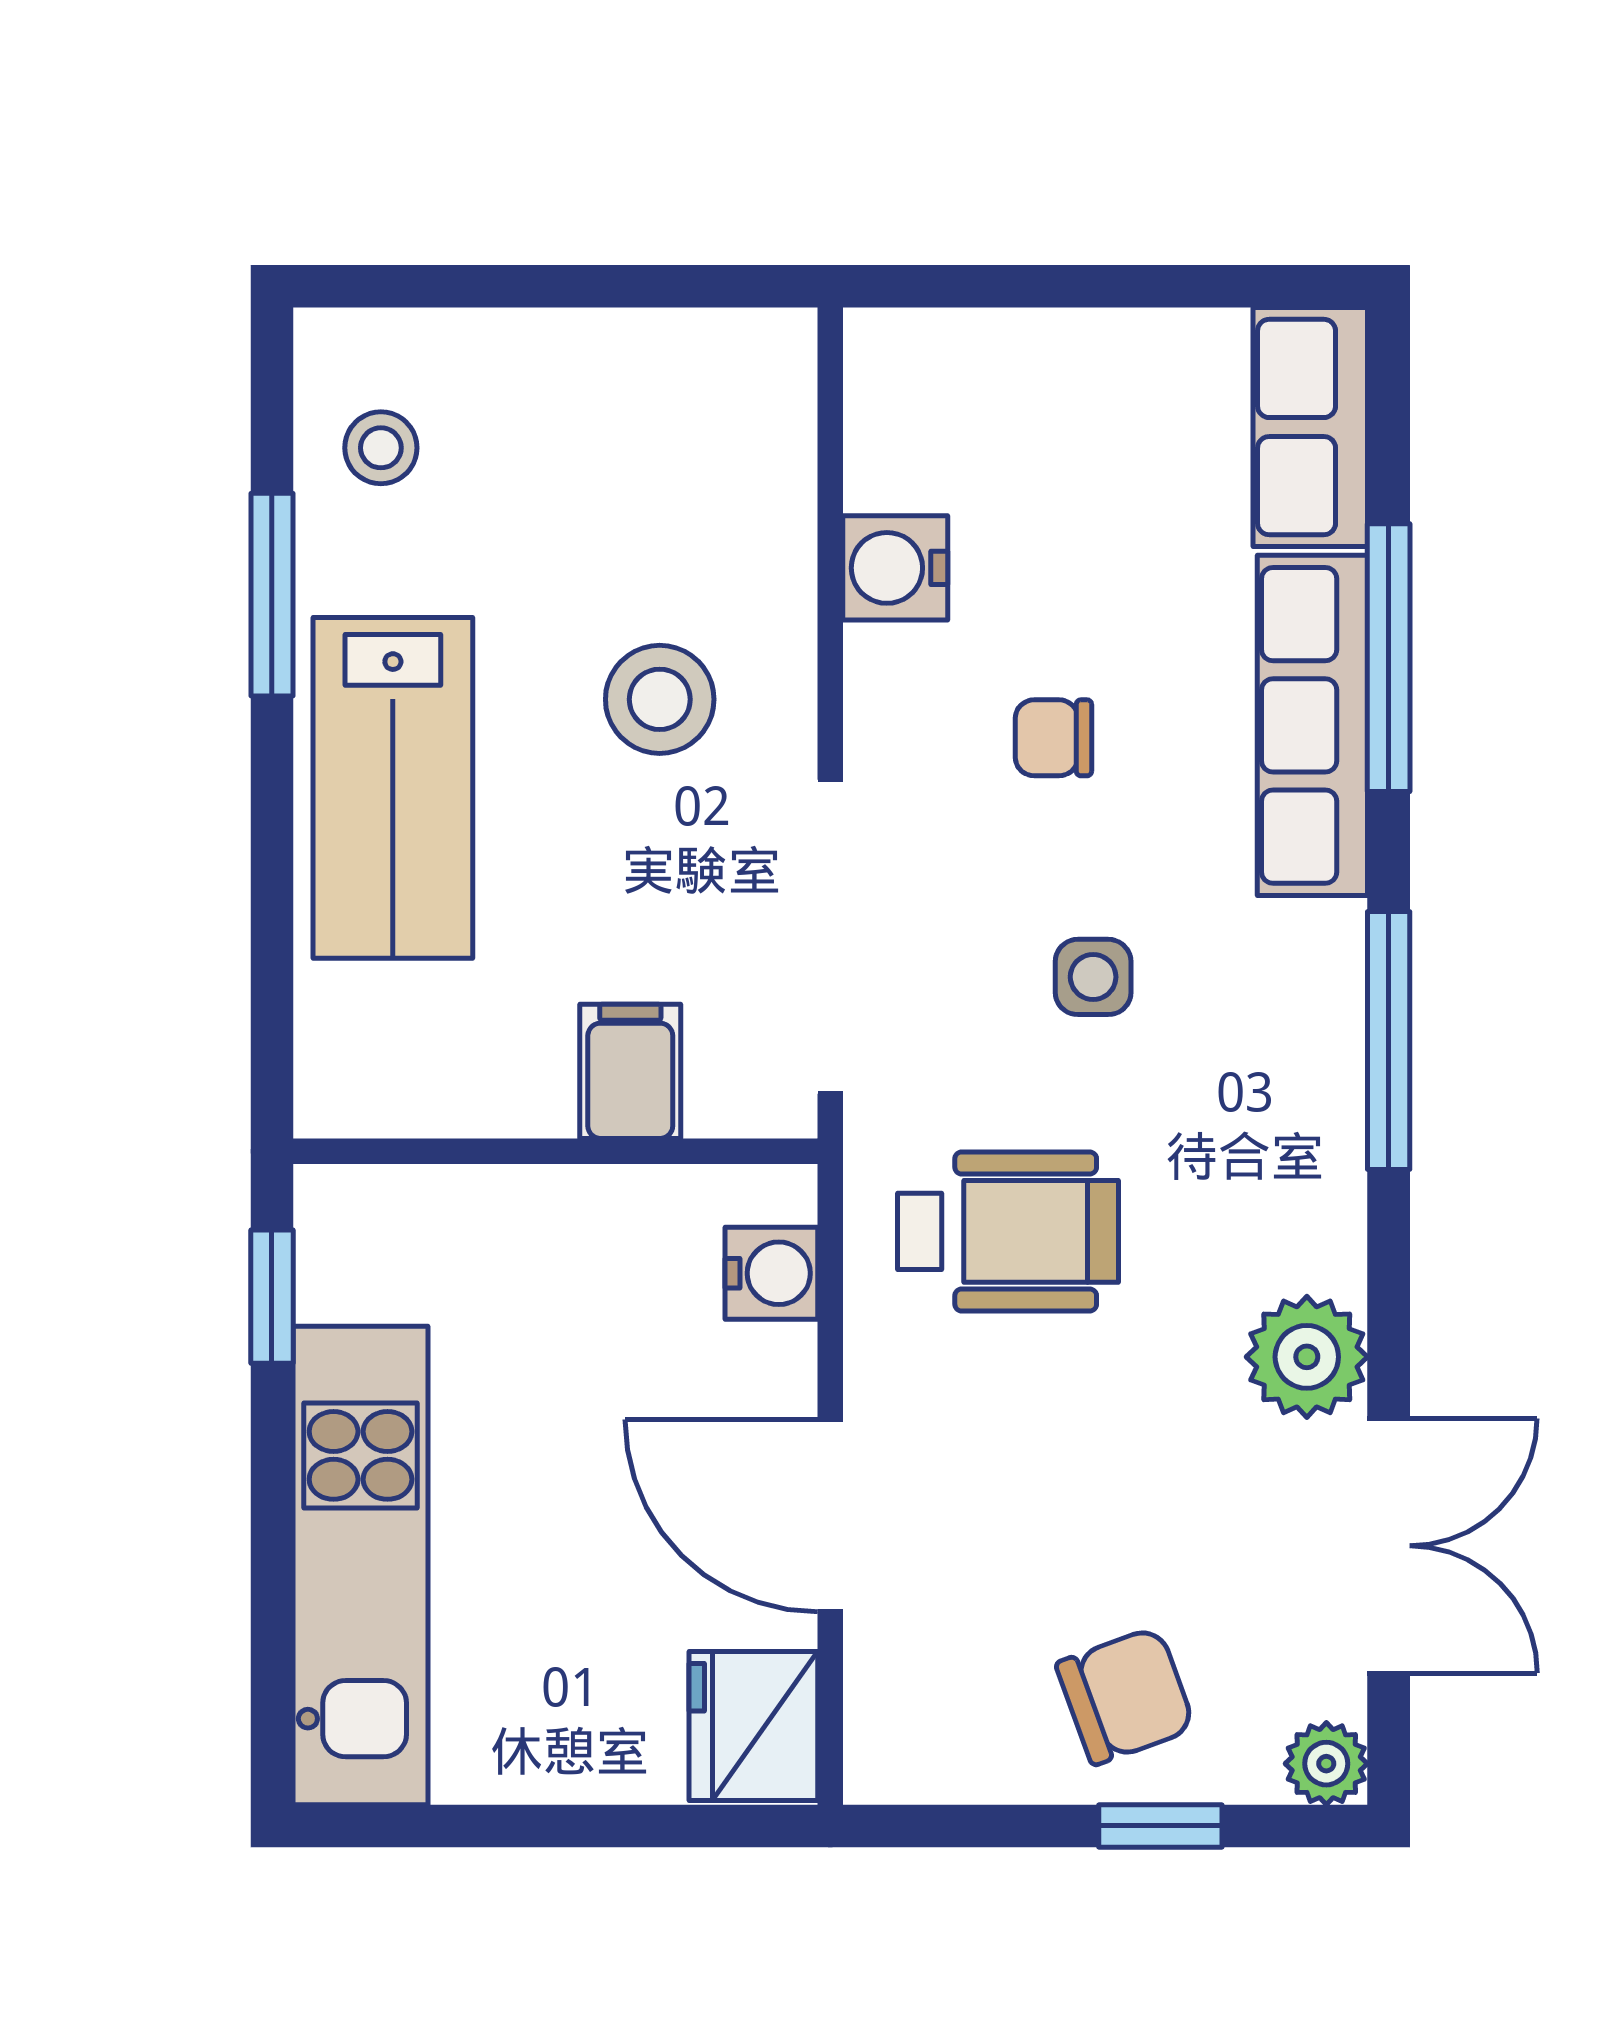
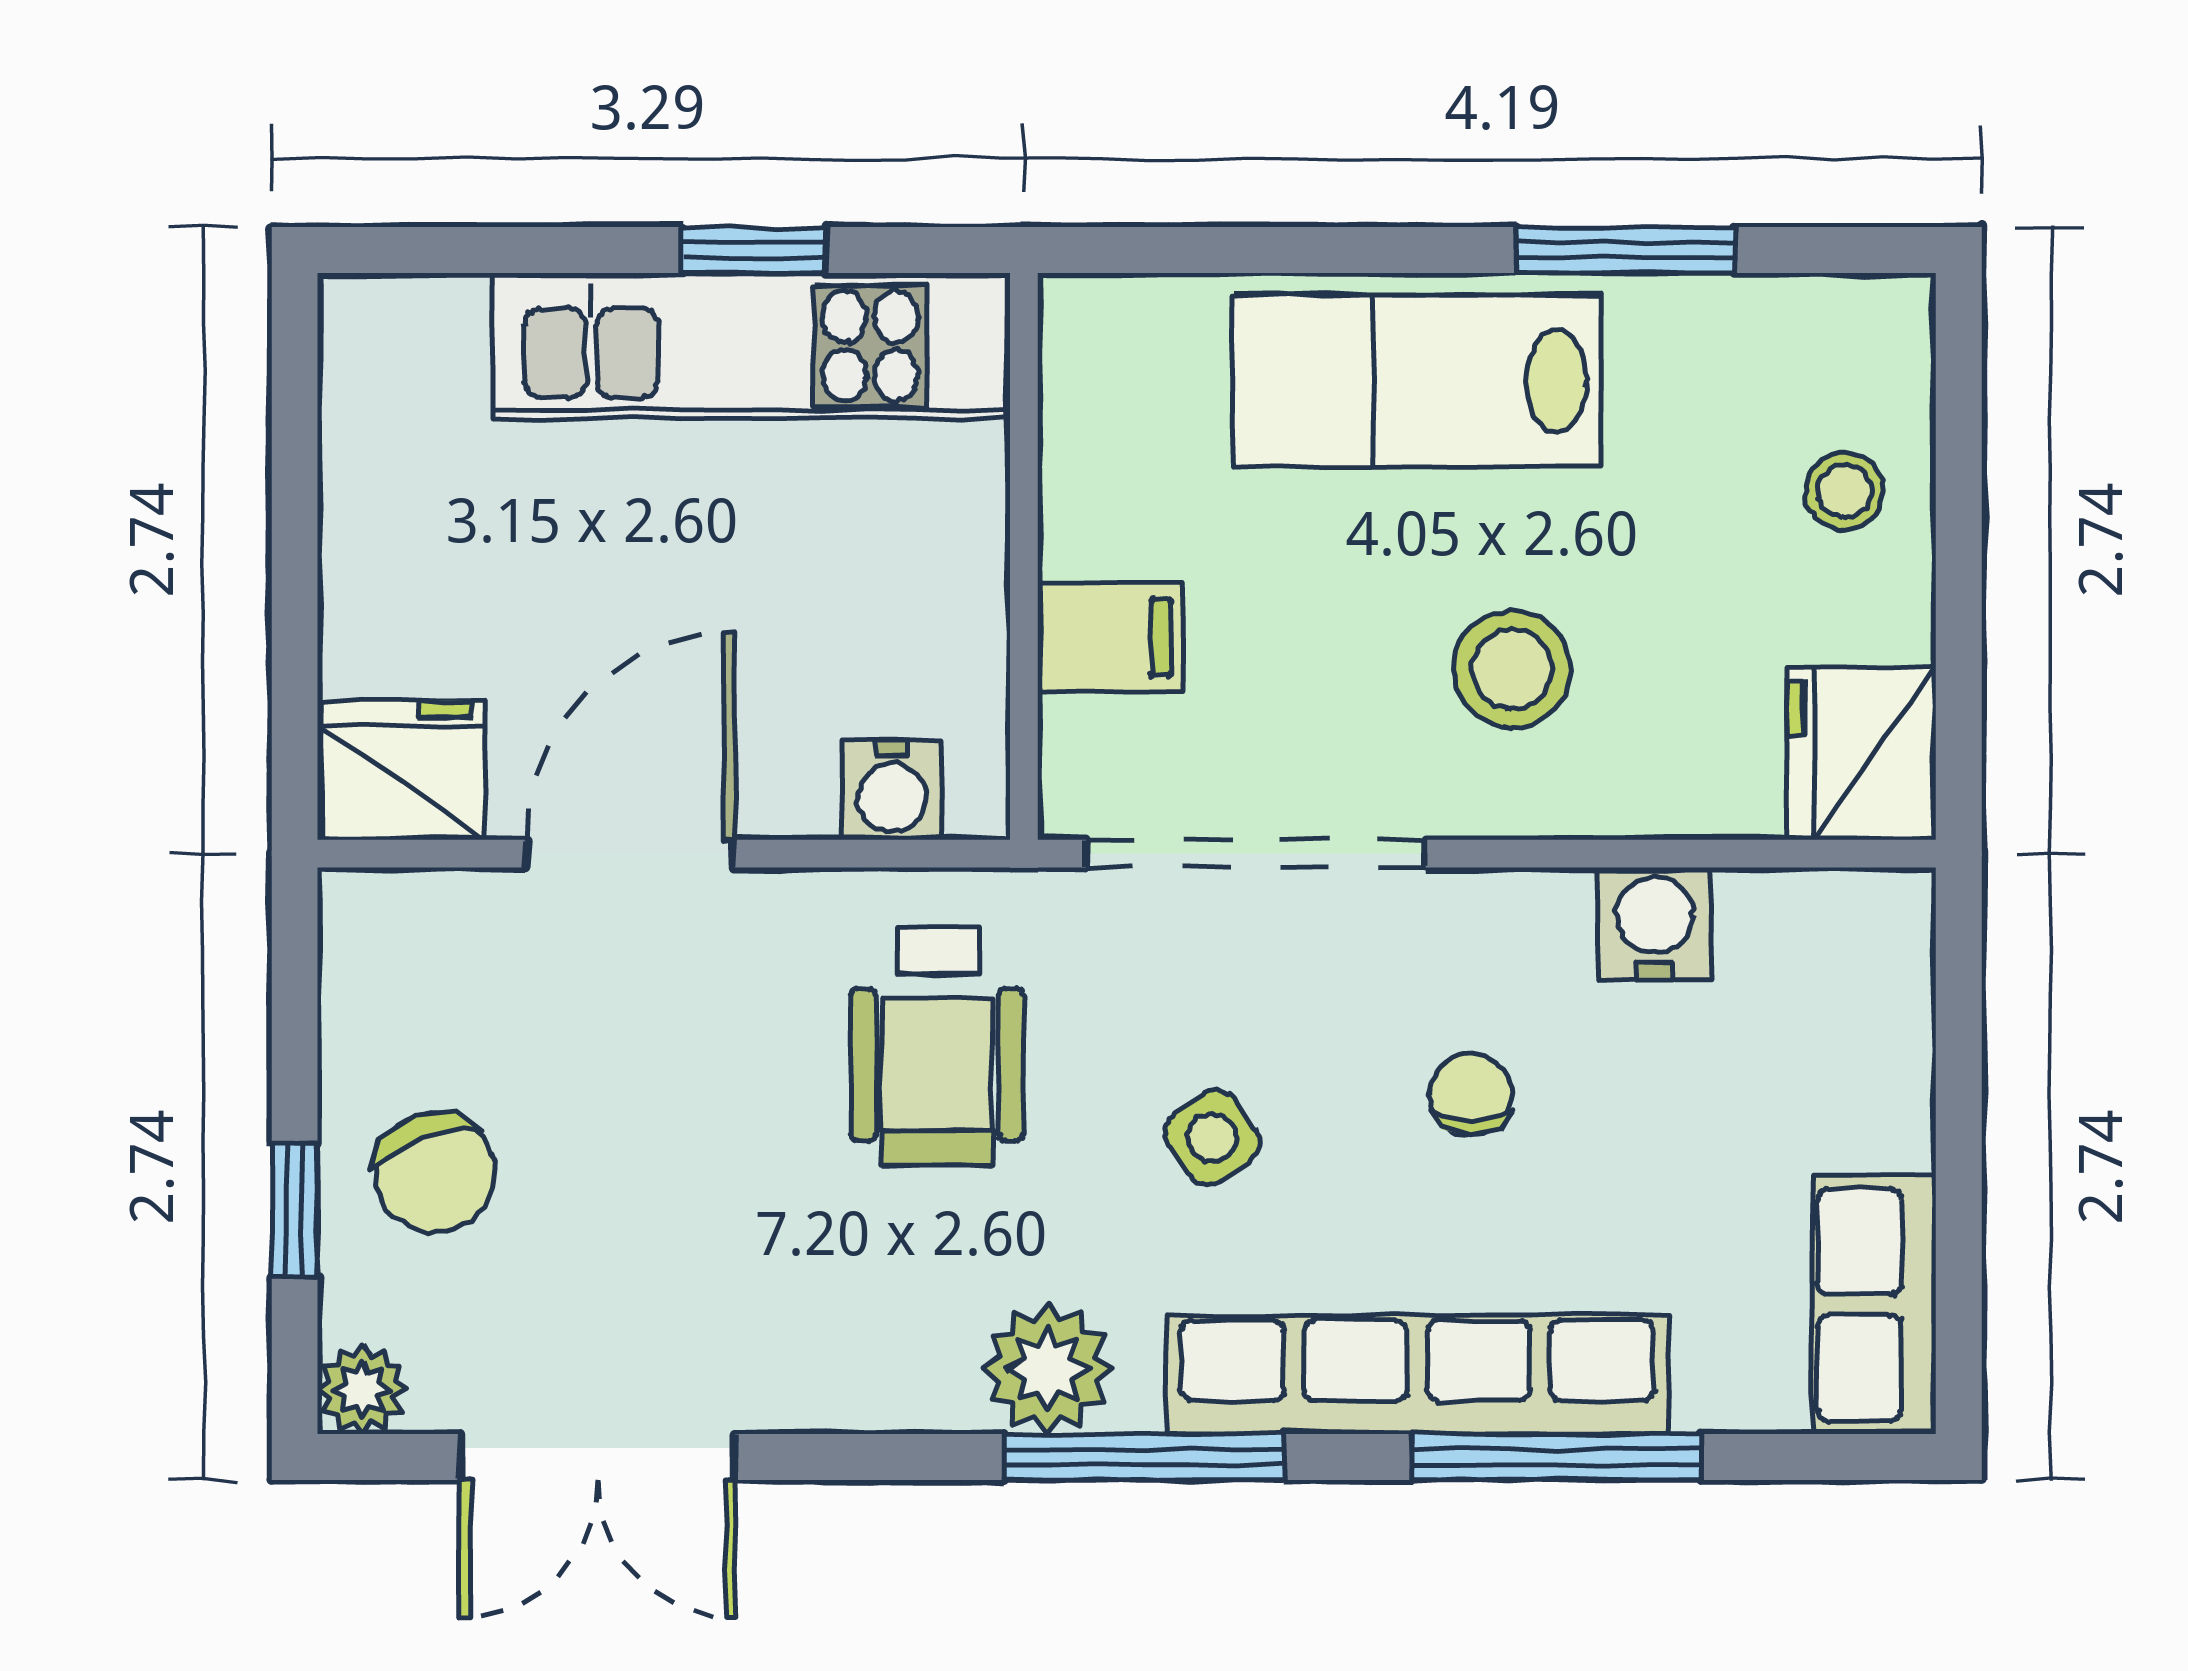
fridge: (737, 376) -> (1861, 753), added
row of seats: (1310, 427) -> (1874, 1305), moved, turned -90
stool: (381, 448) -> (1844, 491), moved
row of seats: (1312, 725) -> (1417, 1375), width x1.36
side table: (1093, 977) -> (1212, 1138), turned -35
window: (272, 1297) -> (754, 250), moved
plant: (1307, 1357) -> (1048, 1369), moved
kitchen unit: (361, 1565) -> (751, 346), moved

